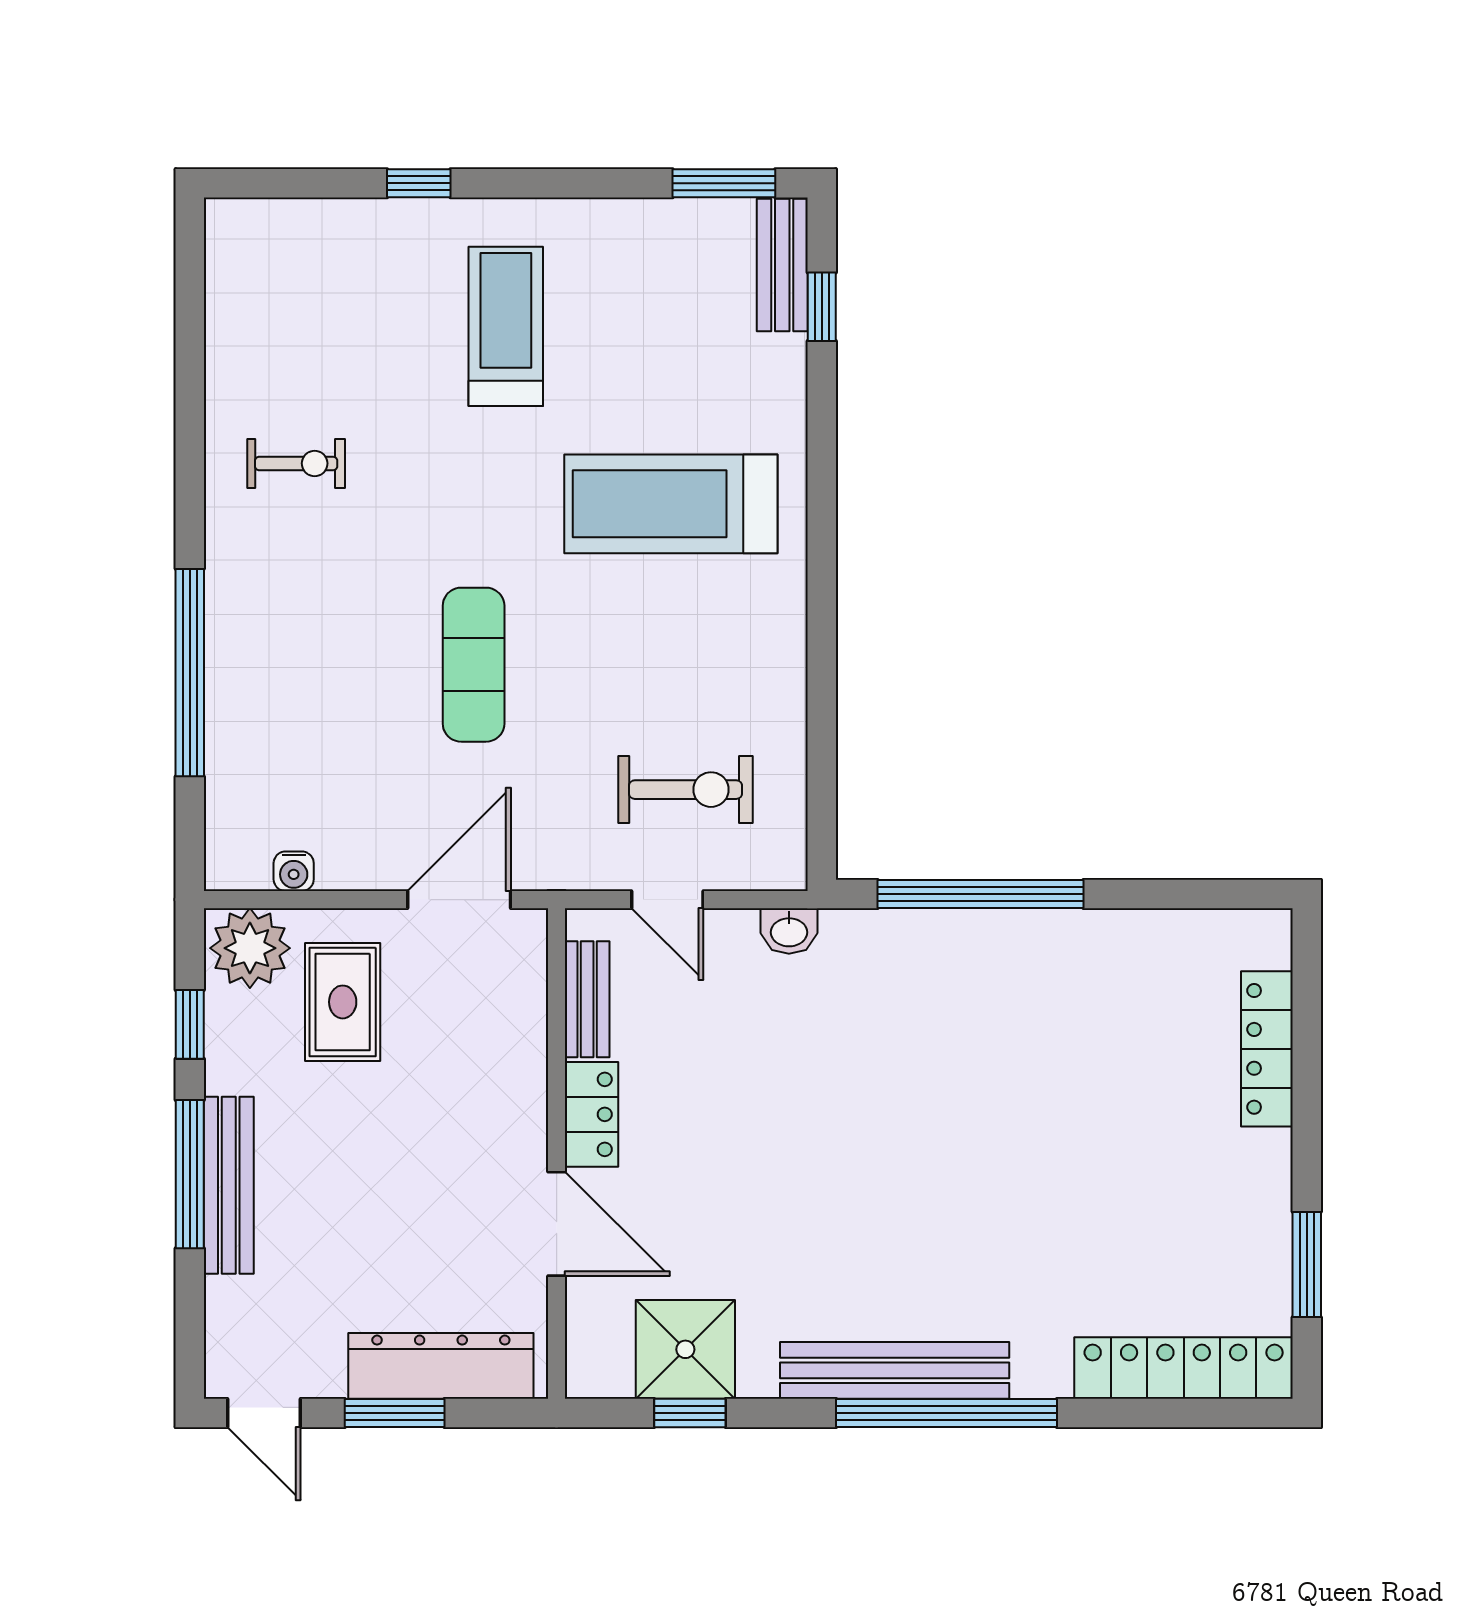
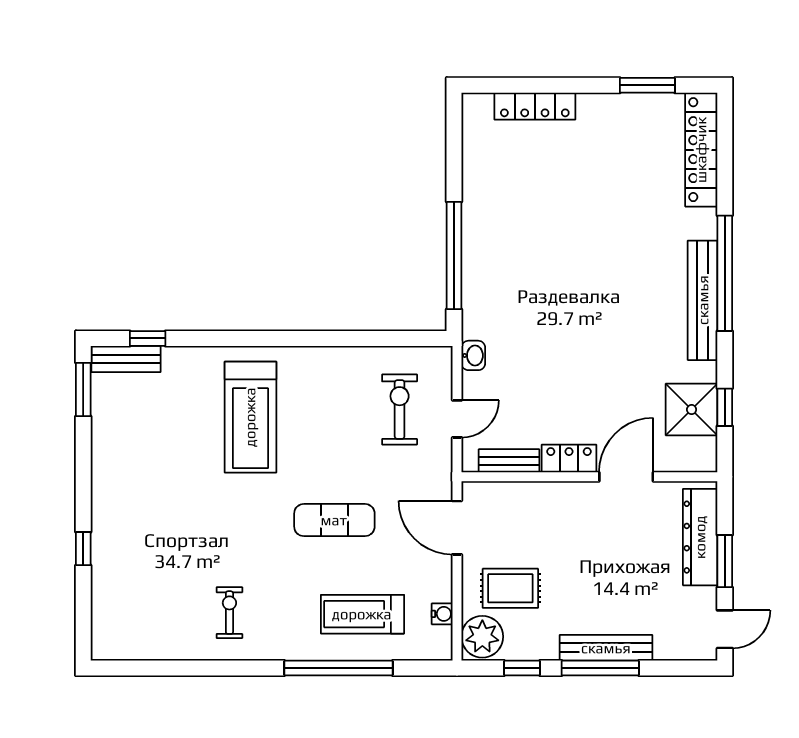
treadmill: (506, 326) -> (362, 614), moved

